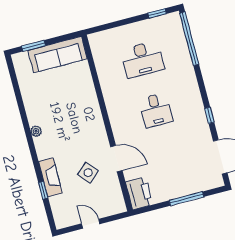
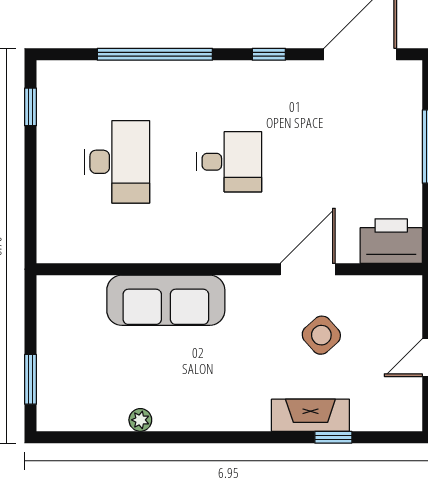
window: (189, 39) -> (155, 54), moved
sofa: (58, 55) -> (166, 300), moved, turned 90
plant: (36, 131) -> (140, 420), moved

